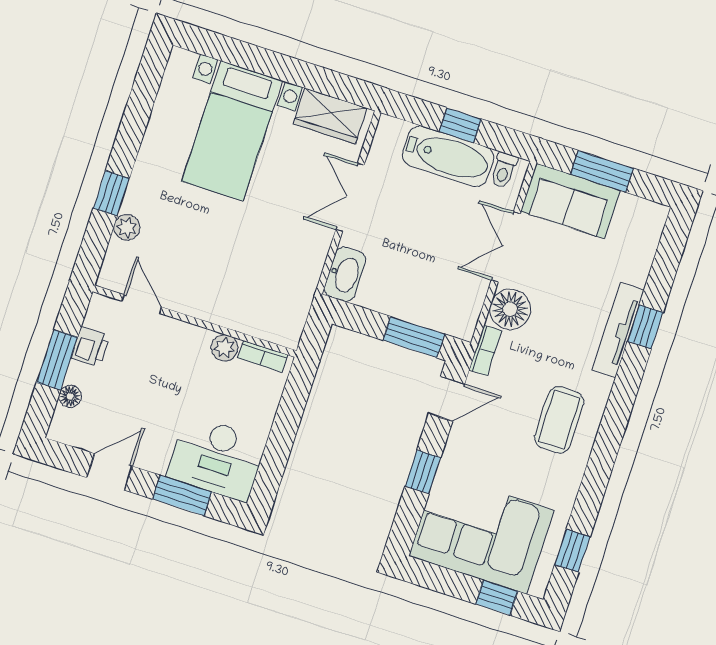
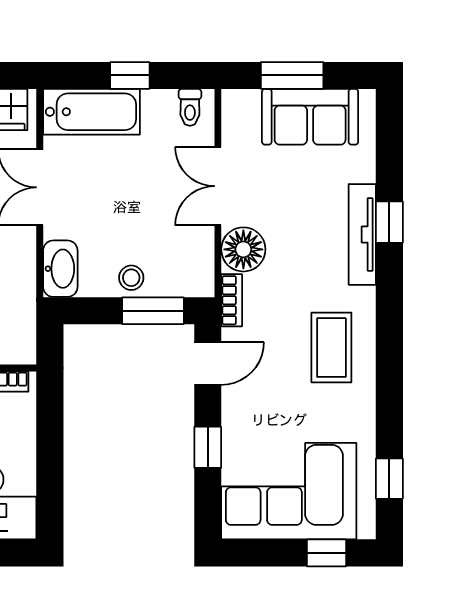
bathtub: (448, 156) -> (92, 112), moved
sofa: (570, 201) -> (310, 117), moved
stool: (404, 302) -> (131, 278), added

